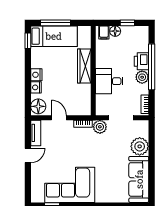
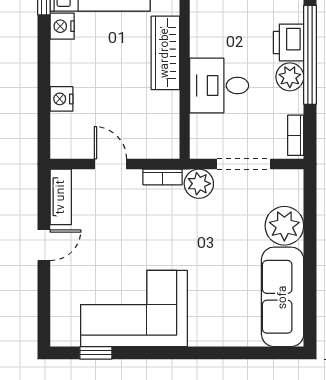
nightstand: (36, 75) -> (62, 26), moved
floor lamp: (38, 106) -> (66, 140), removed

